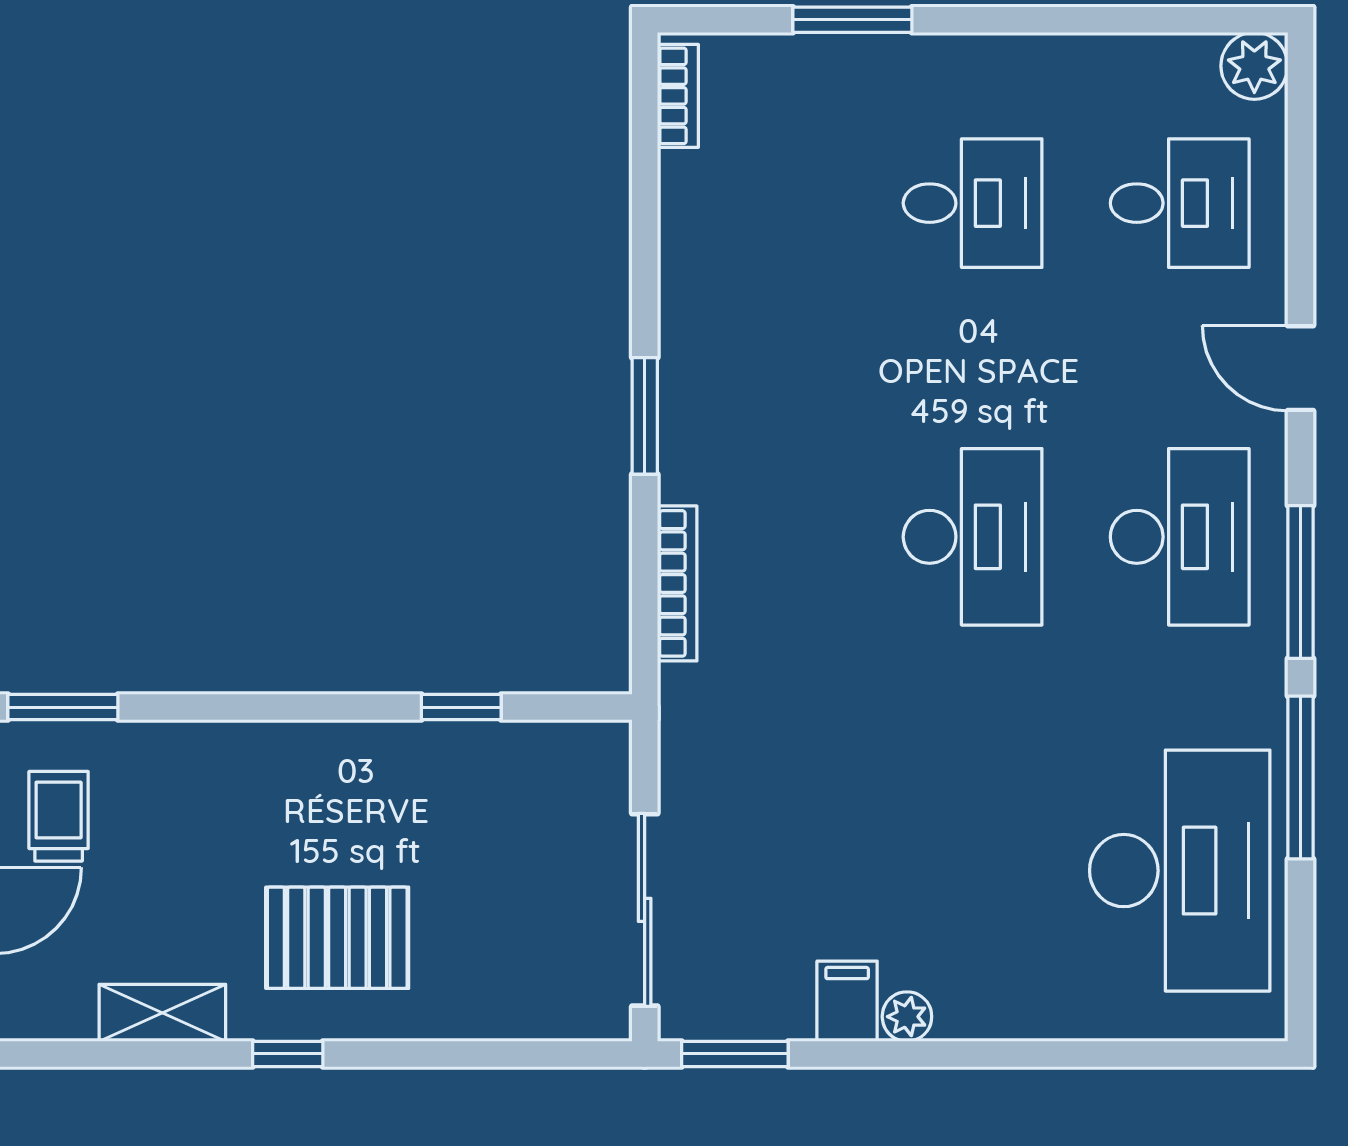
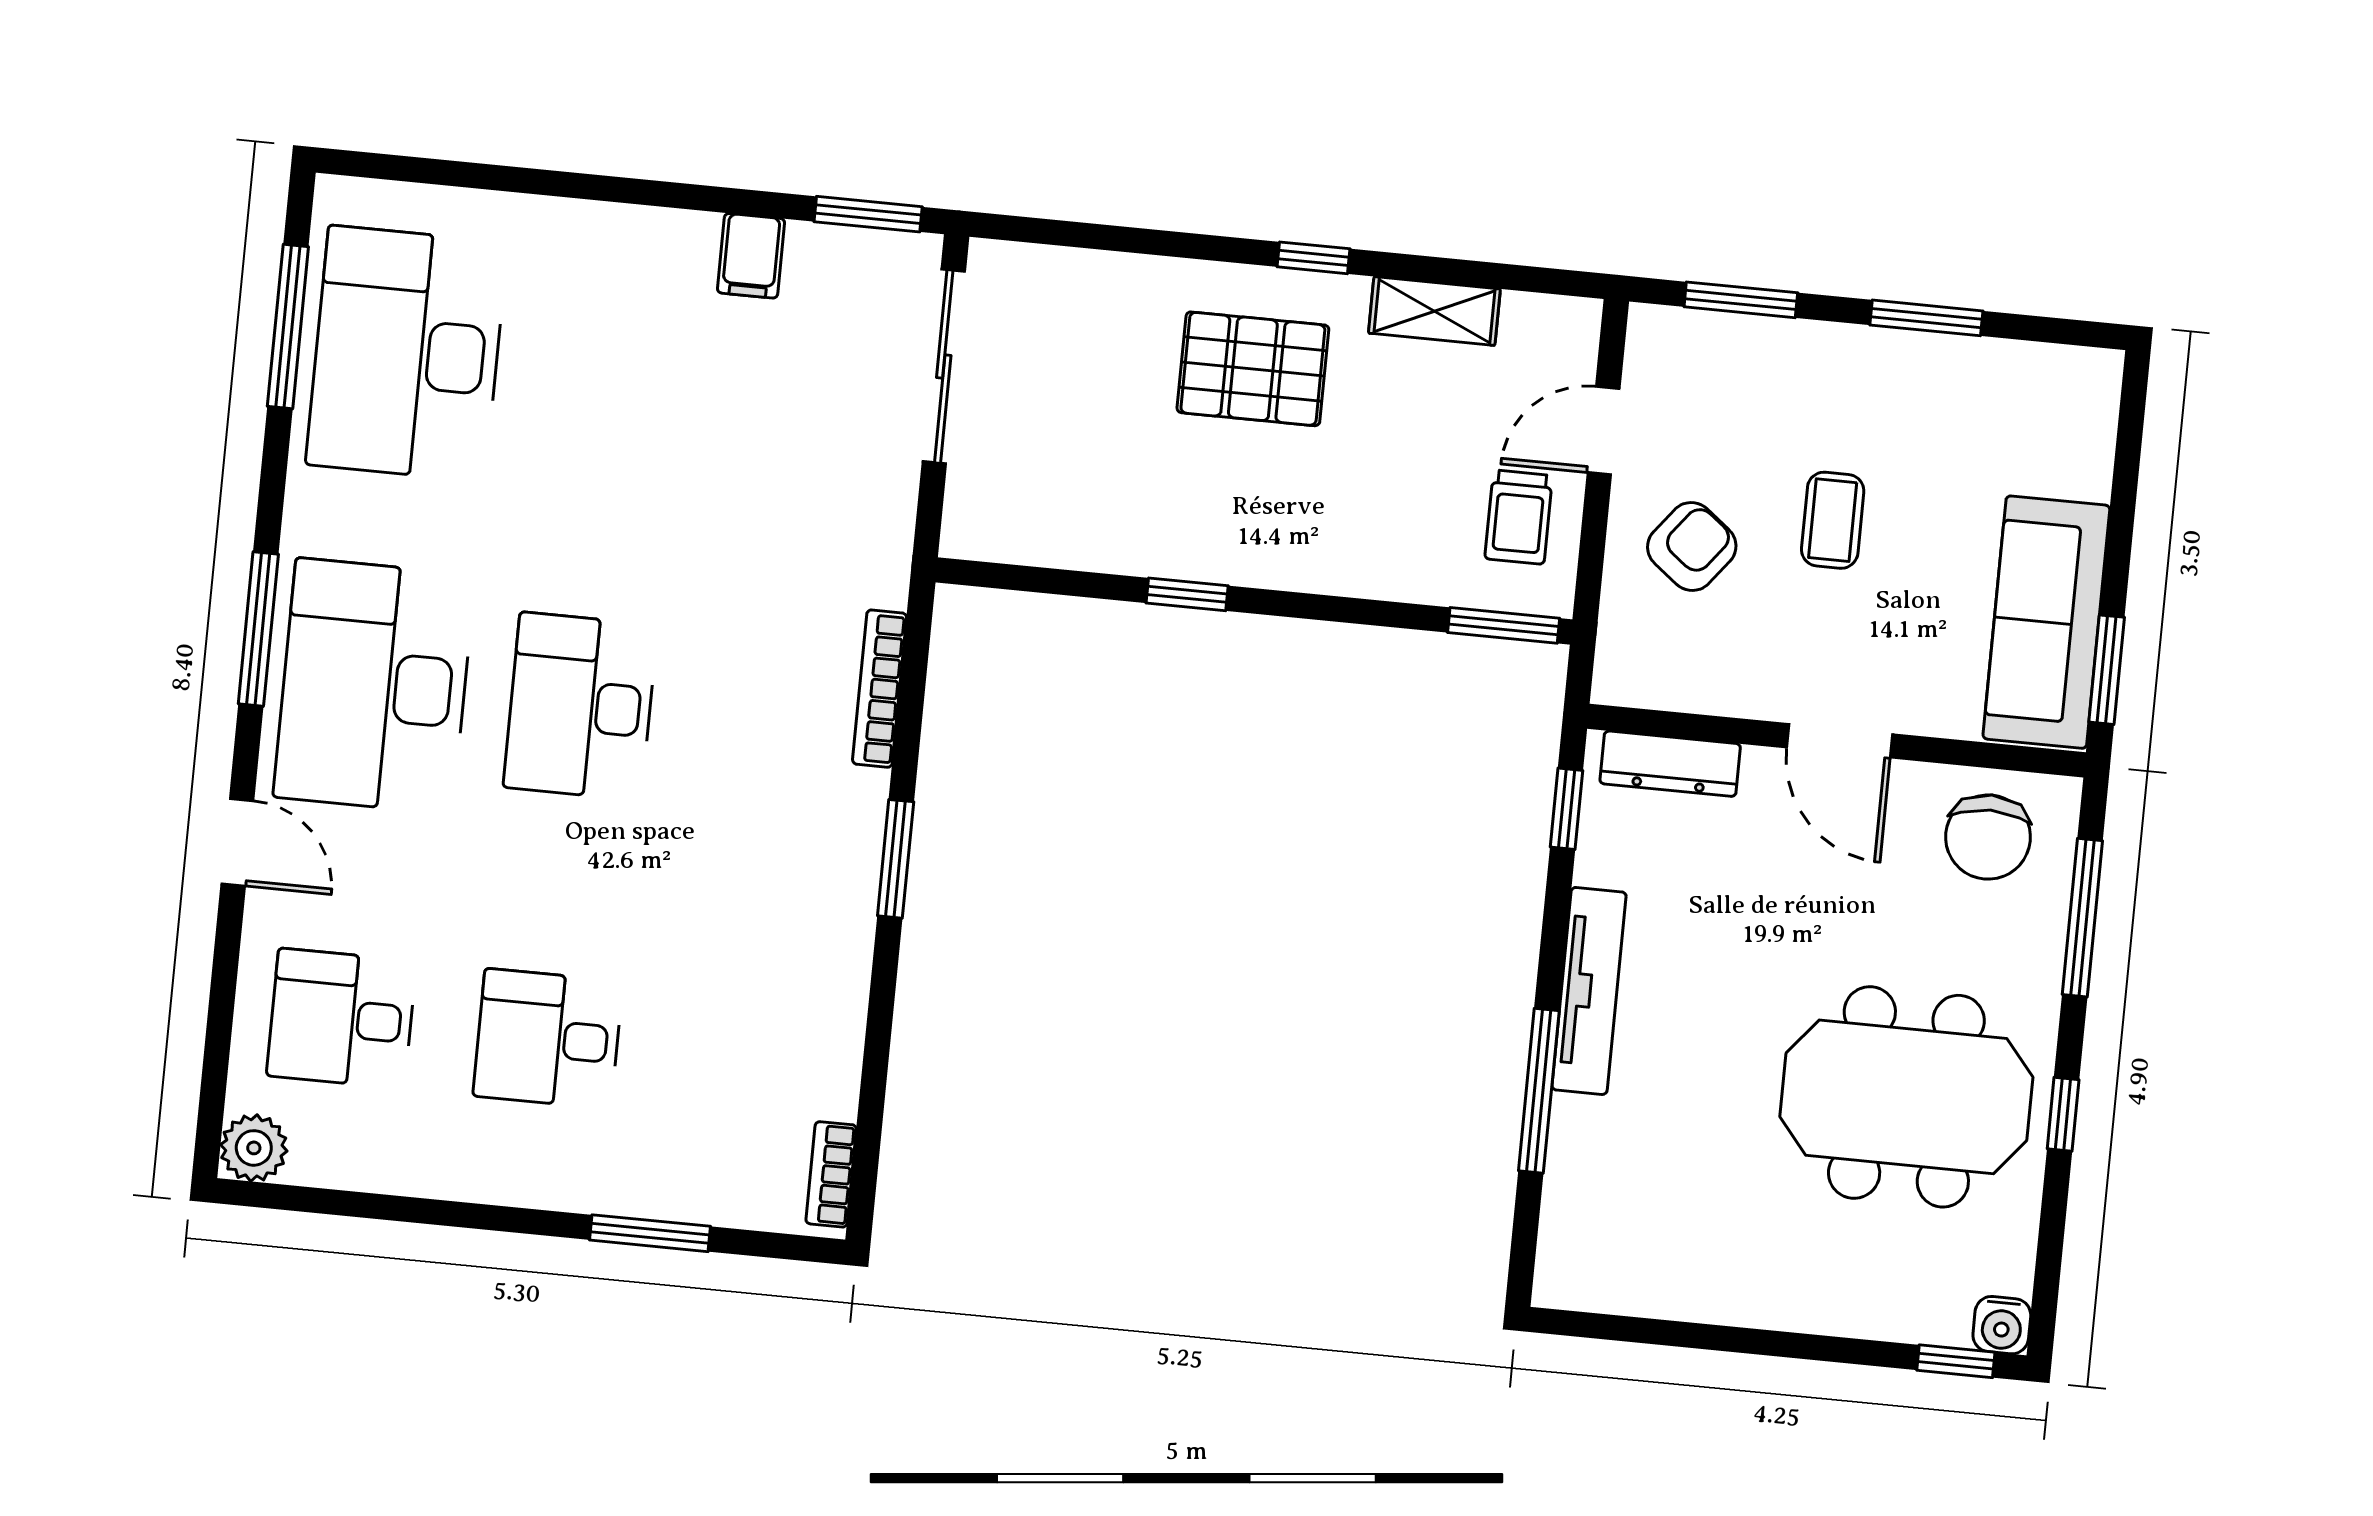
desk: (1180, 537) -> (374, 686), width x1.36, depth x1.30
window: (461, 707) -> (1187, 594), moved
window: (1300, 777) -> (288, 326), moved
plant: (907, 1017) -> (693, 235), removed

